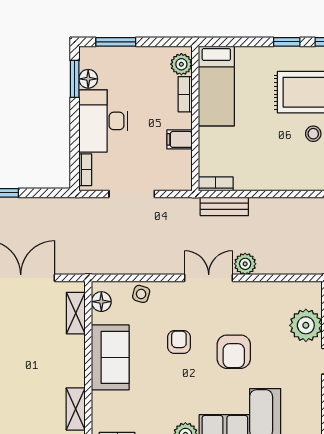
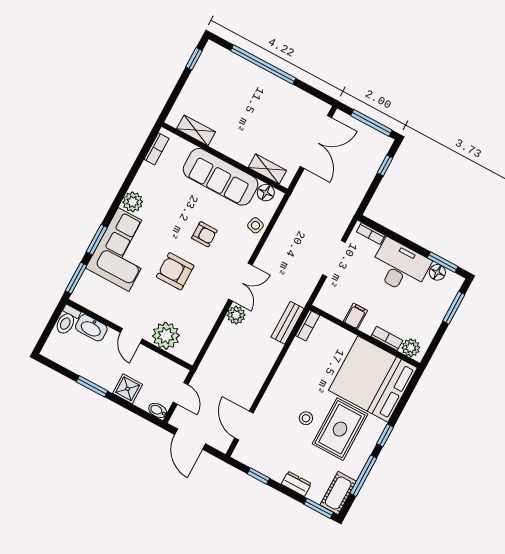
bed: (216, 86) -> (373, 379), width x2.04
sofa: (110, 357) -> (221, 177), width x1.36

